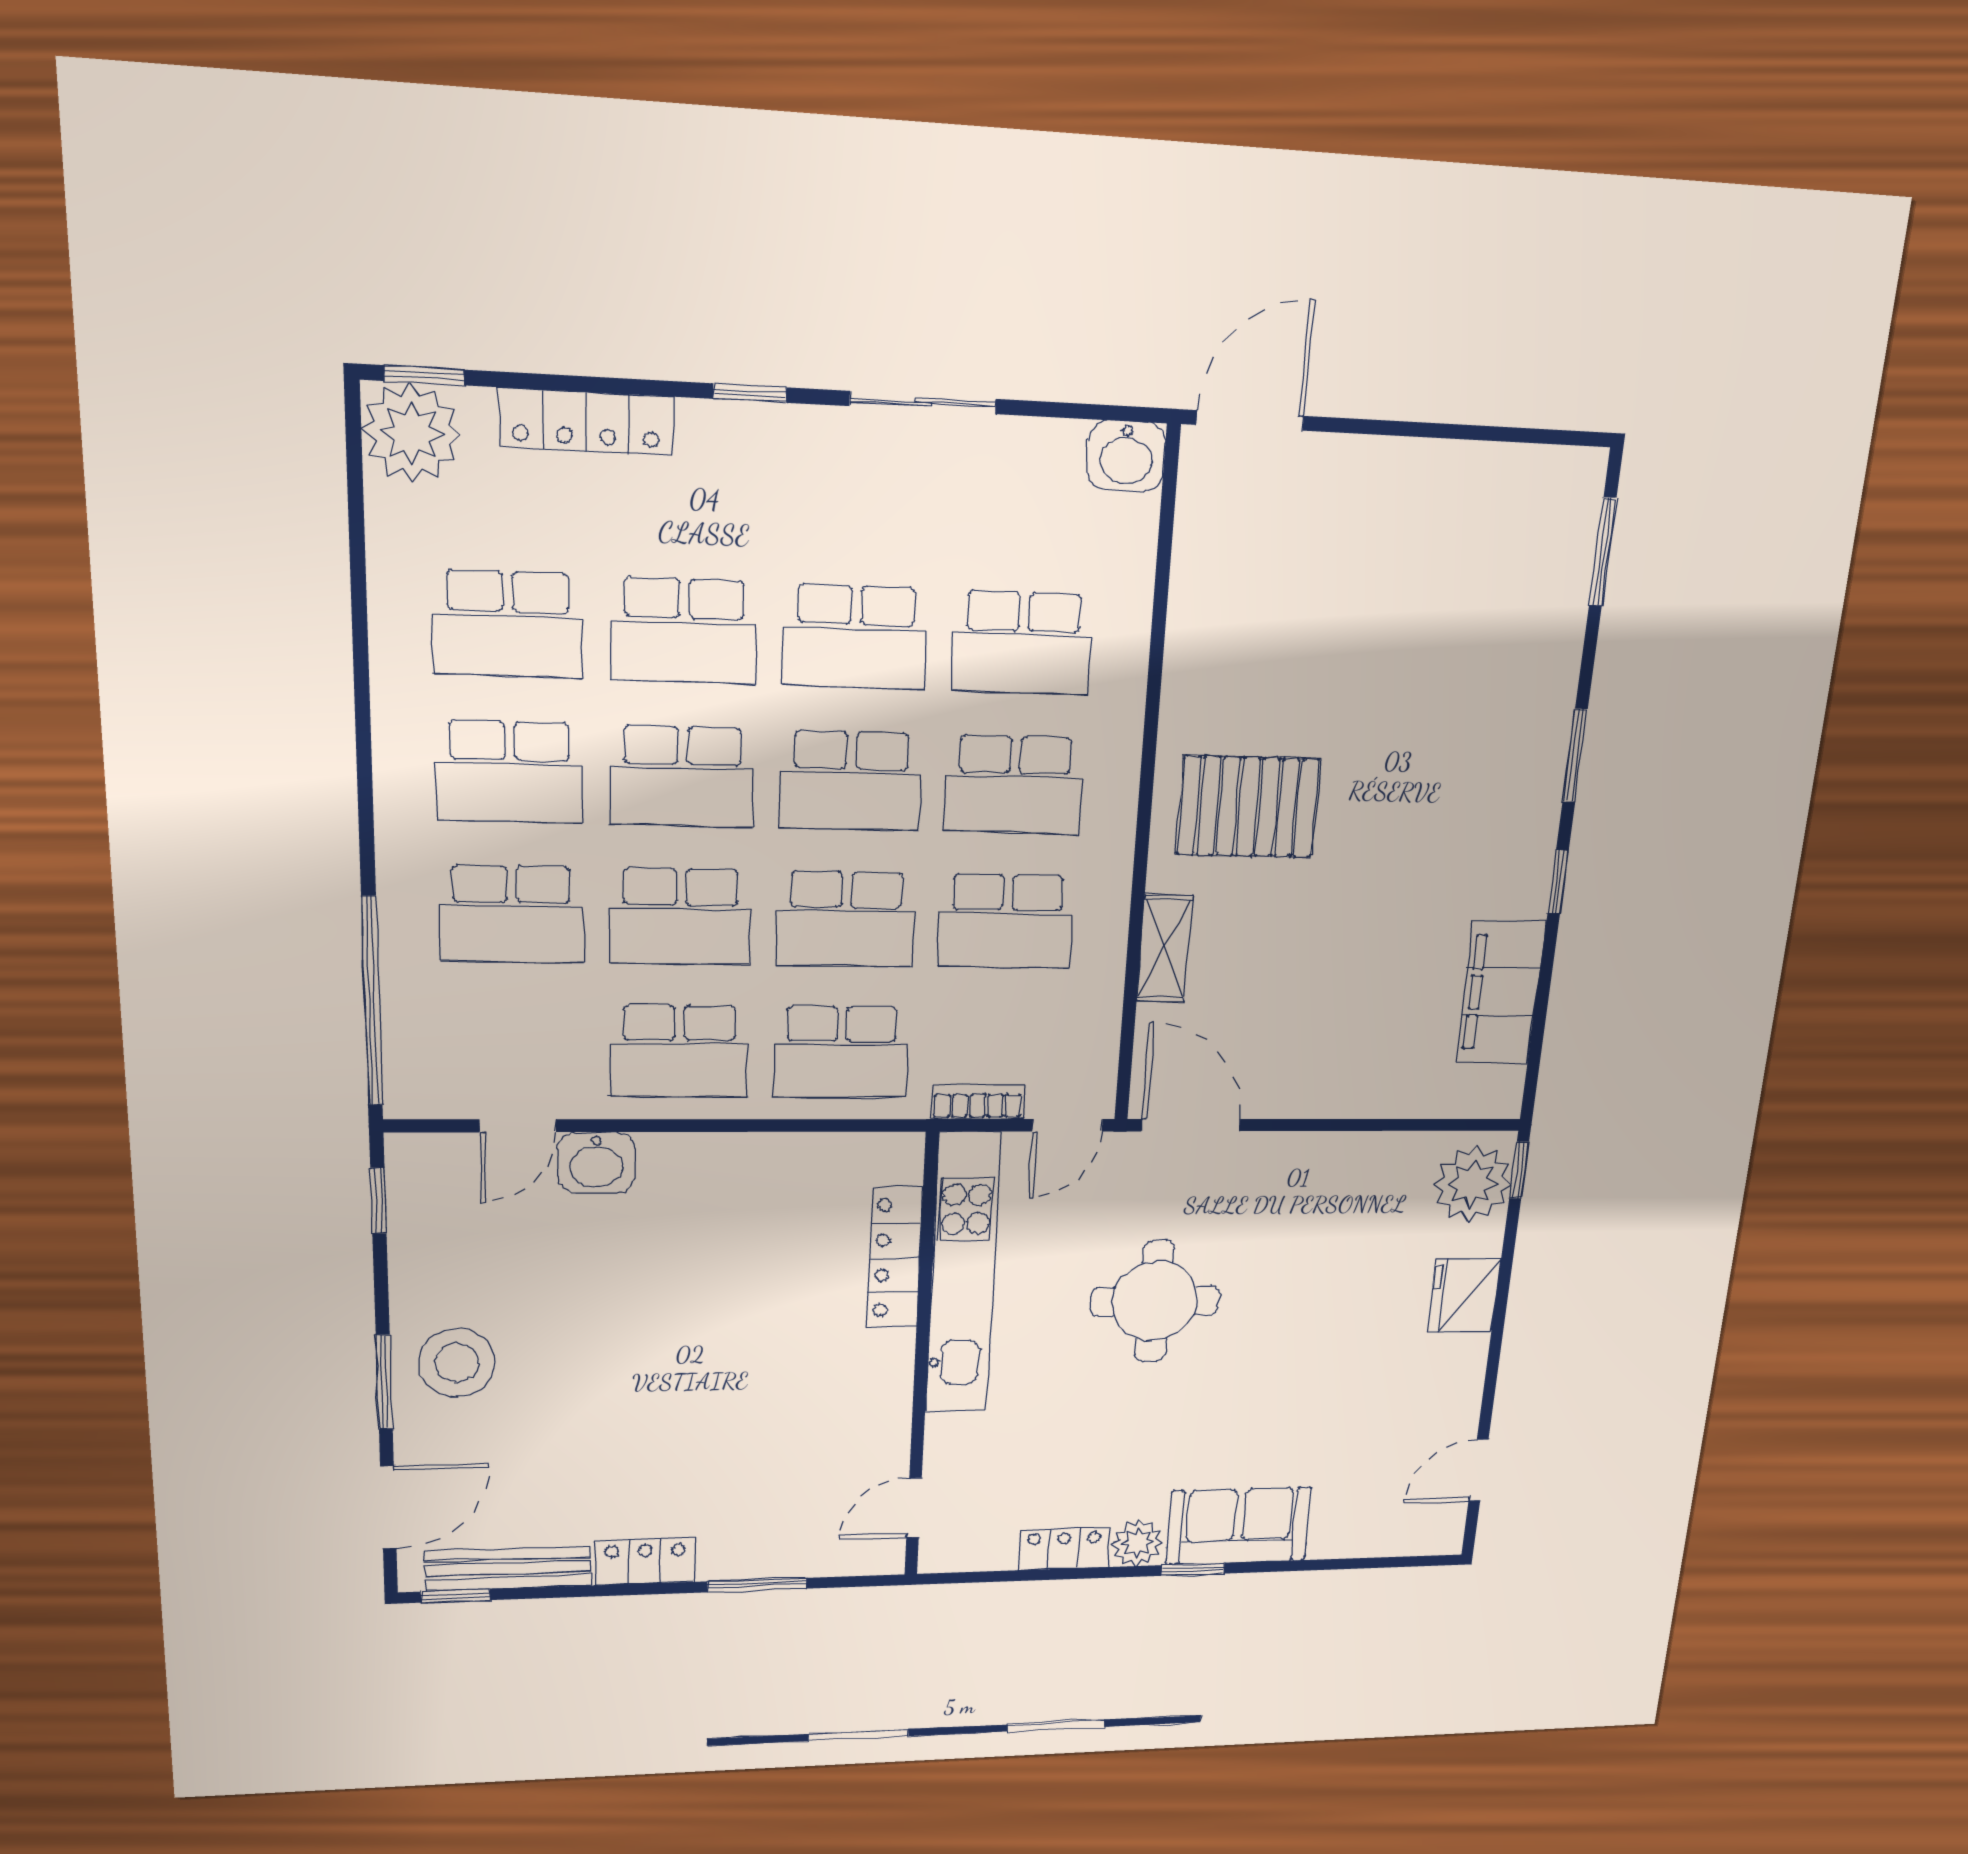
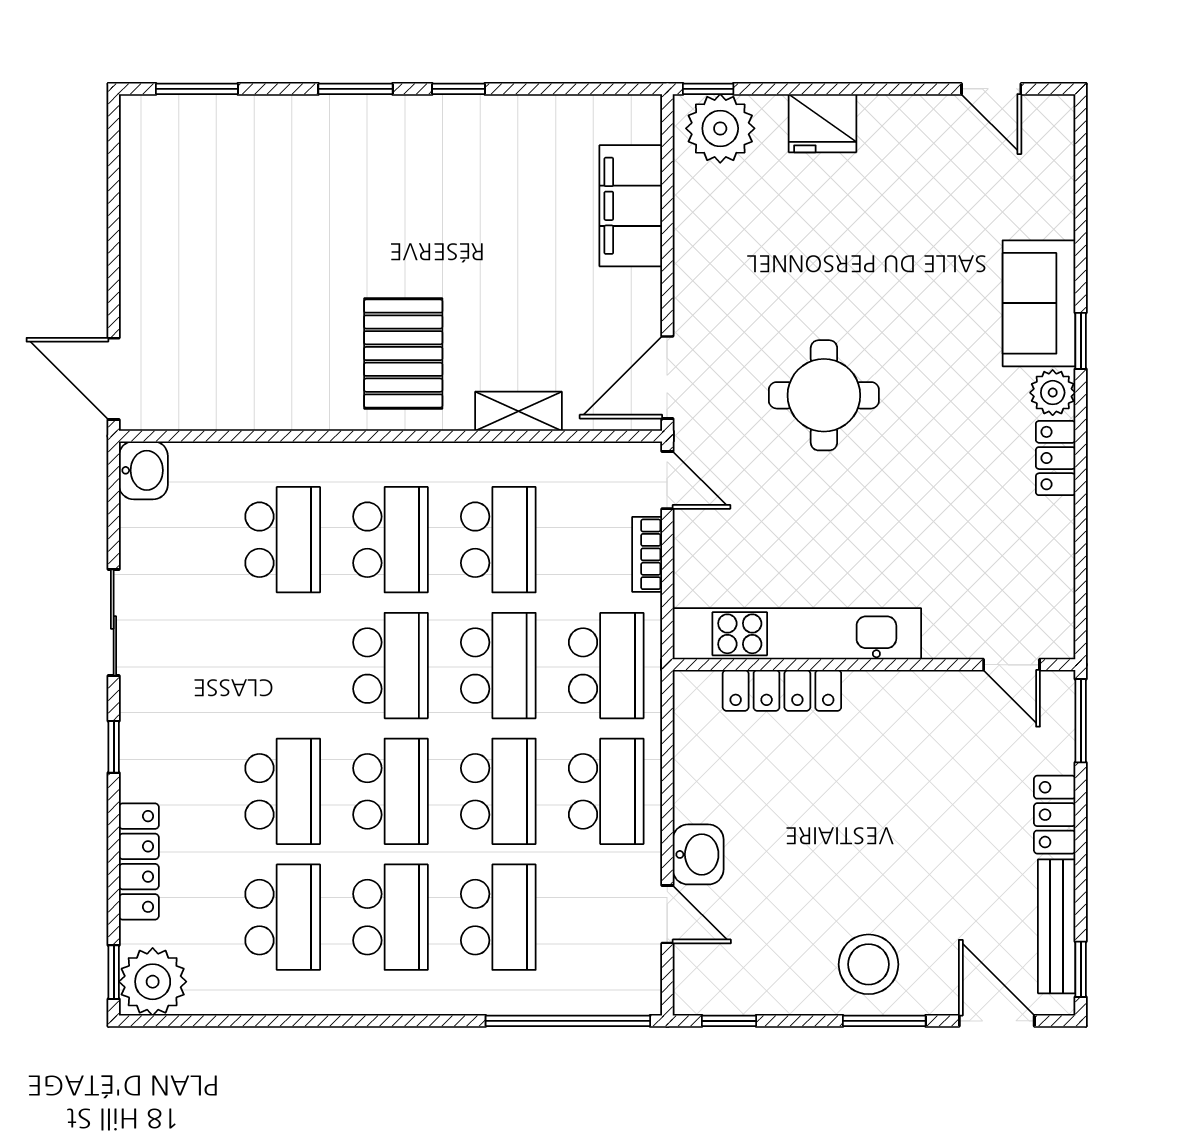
school desk: (855, 637) -> (283, 666), removed
filing cabinet: (1501, 992) -> (631, 206), moved, turned 90
locker: (895, 1258) -> (782, 690), moved
kitchen unit: (963, 1274) -> (797, 634), moved
wall: (921, 1360) -> (874, 665), moved
door: (914, 1508) -> (1012, 665), moved

